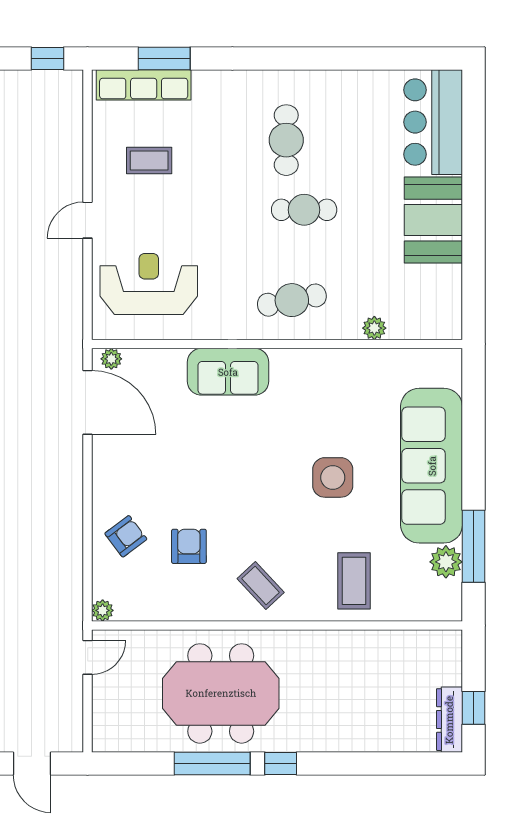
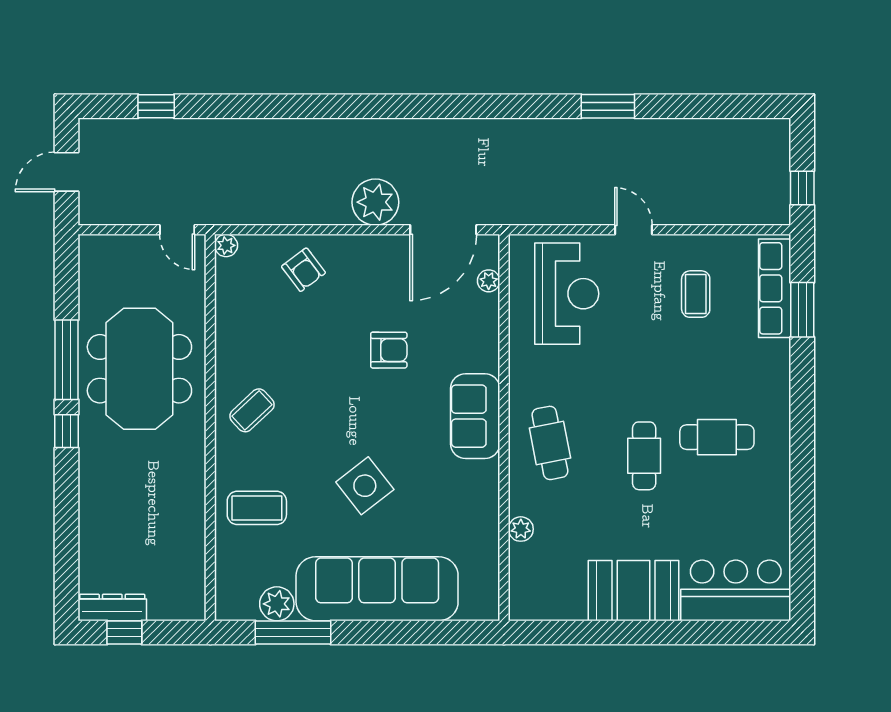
plant: (111, 359) -> (489, 281), moved
sofa: (228, 372) -> (475, 416), moved
plant: (61, 467) -> (375, 202), added
side table: (333, 477) -> (365, 486), turned -38
armchair: (189, 546) -> (389, 350), moved

